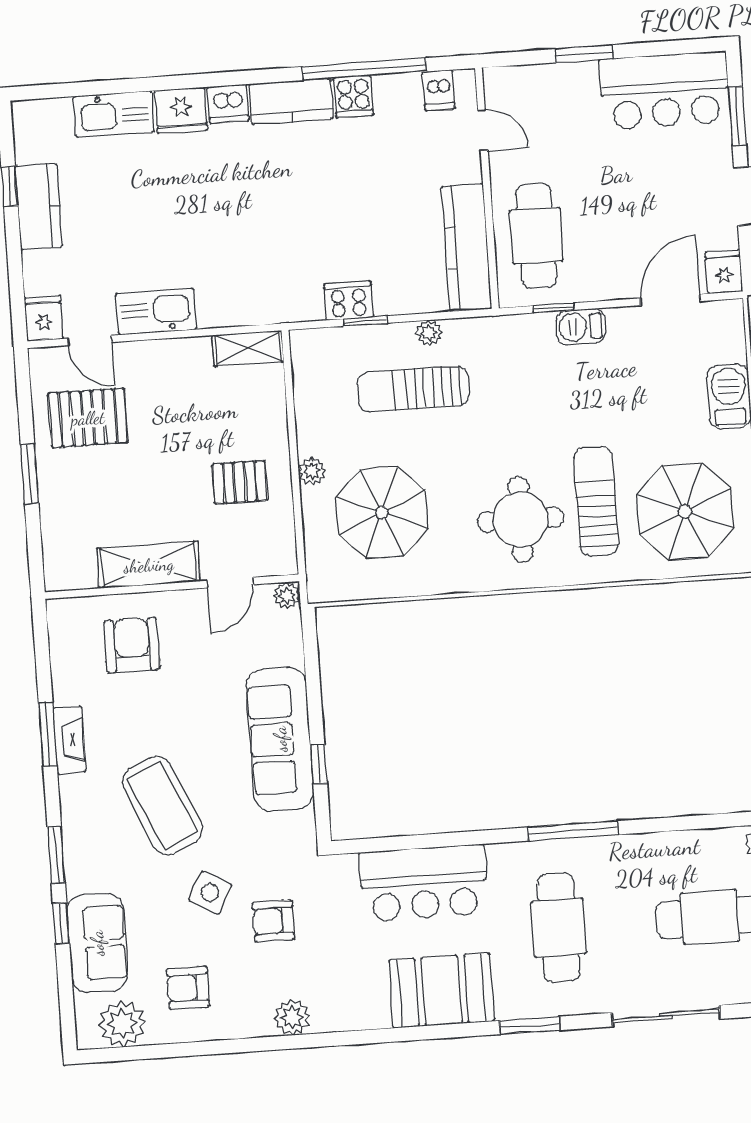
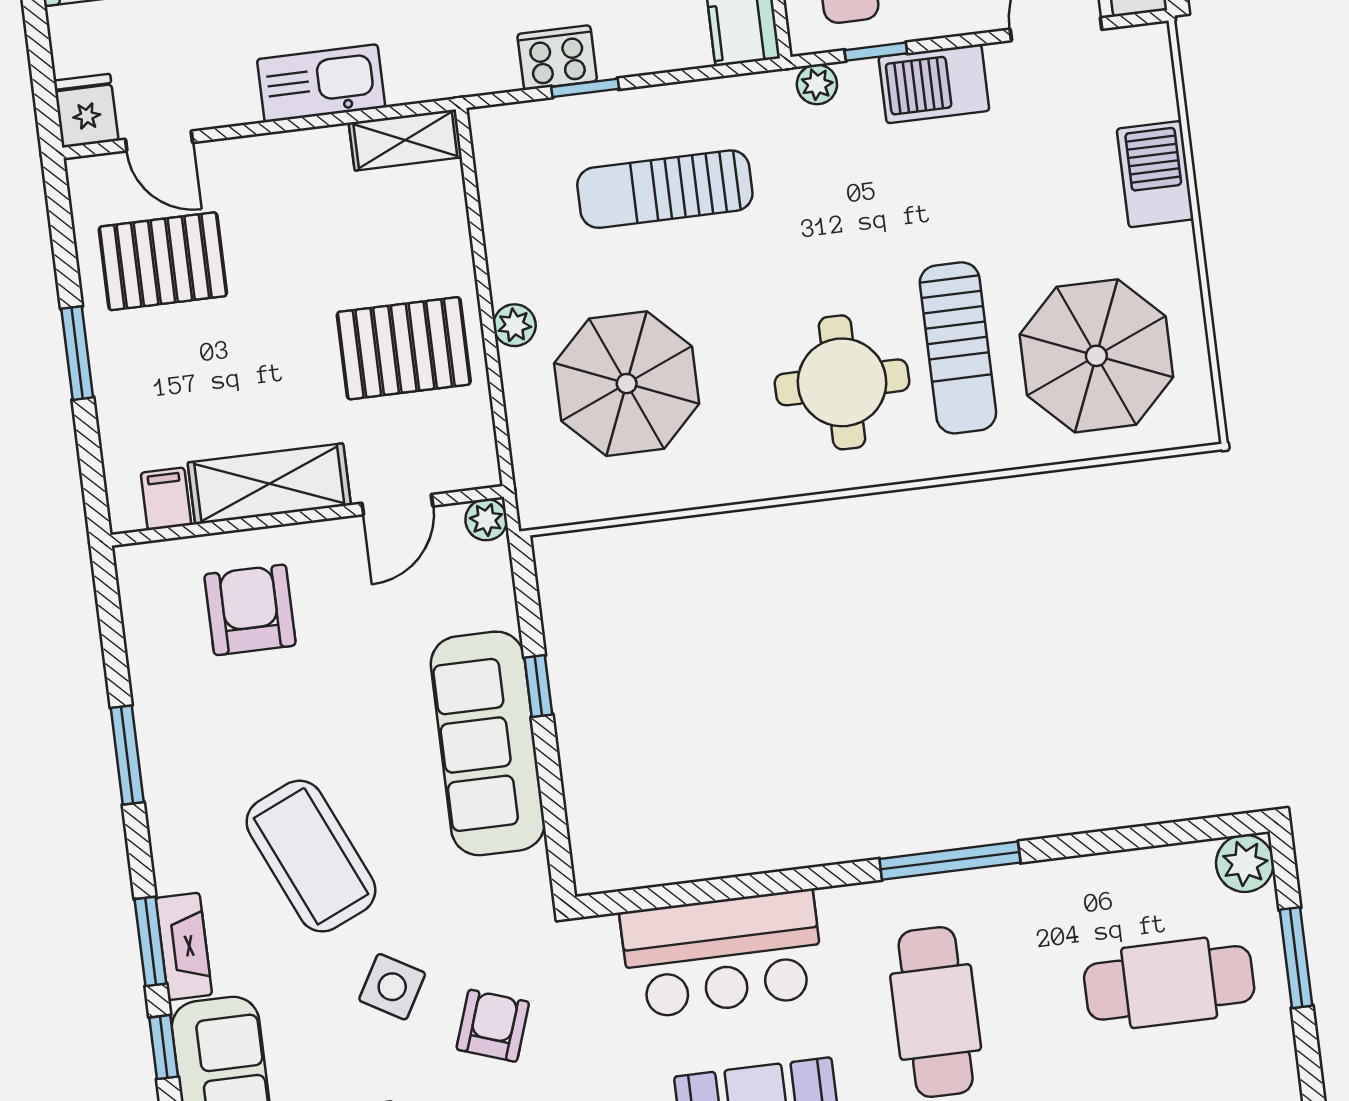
kitchen sink: (156, 312) -> (321, 83), moved
barbecue: (581, 327) -> (934, 84), width x1.38, depth x1.27
plant: (429, 333) -> (817, 84), moved
pallet: (240, 482) -> (404, 348), width x1.50, depth x1.42
sun lounger: (596, 501) -> (958, 348), turned 180
filing cabinet: (82, 571) -> (166, 499), added
fireplace: (69, 740) -> (184, 946), moved
window: (319, 764) -> (538, 686), moved
armchair: (273, 921) -> (493, 1026), turned 109

